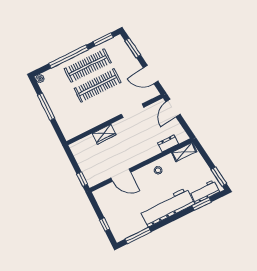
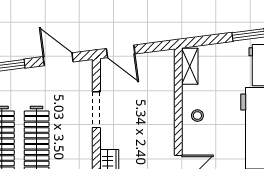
door: (151, 75) -> (58, 59), swing flipped
dresser: (168, 143) -> (167, 83), removed

